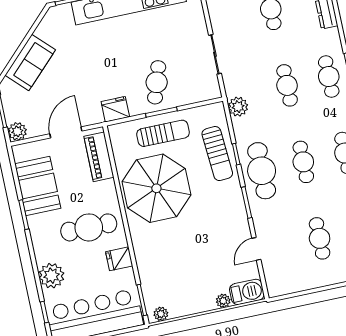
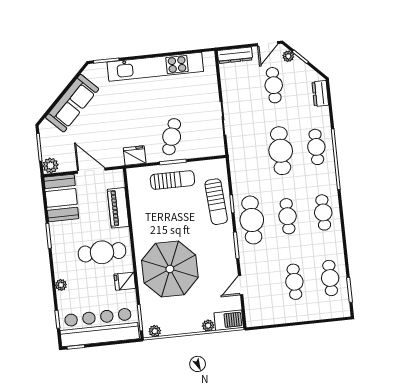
sofa: (30, 63) -> (72, 103), width x1.36
cafe table: (287, 85) -> (281, 151), width x1.37, depth x1.35
plant: (238, 107) -> (238, 164), removed
door: (66, 132) -> (91, 171), hinge flipped
piano: (99, 157) -> (118, 208), moved
booth: (38, 186) -> (61, 198), moved
parasol: (156, 188) -> (170, 269), moved
plant: (52, 276) -> (61, 285), width x0.53, depth x0.53

